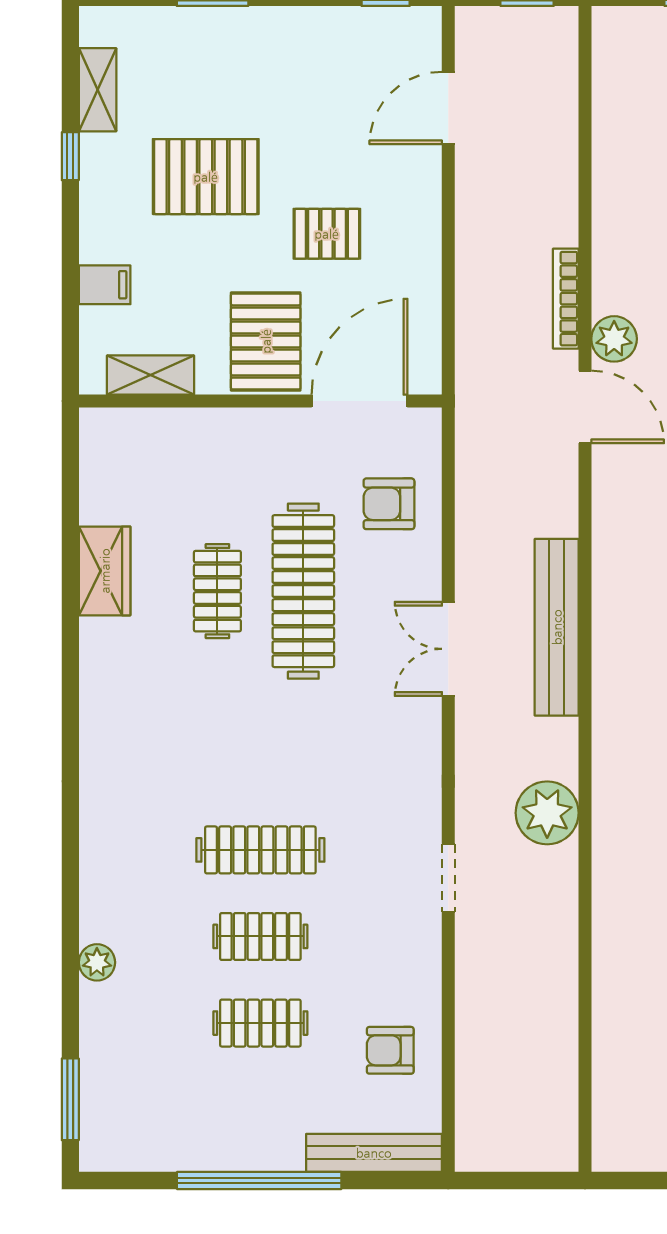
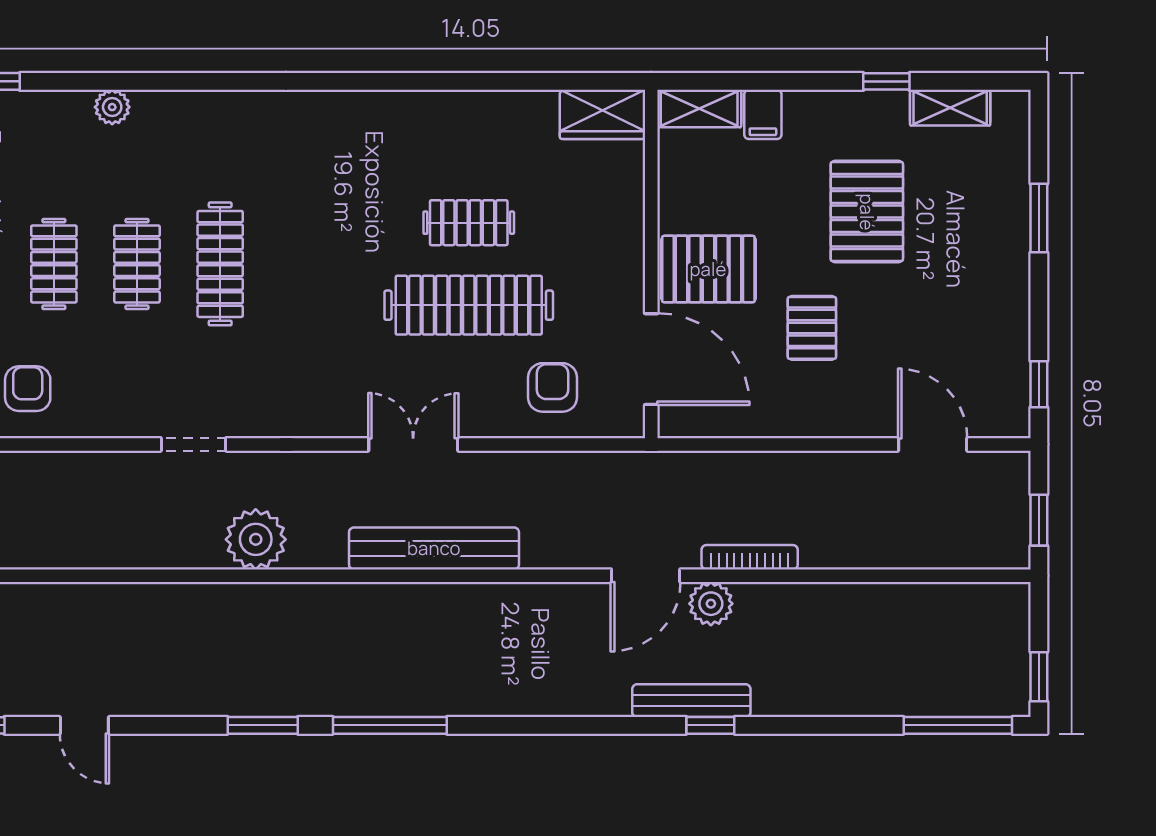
shelving: (151, 375) -> (699, 108), moved, turned 90
wardrobe: (105, 571) -> (602, 114), moved

